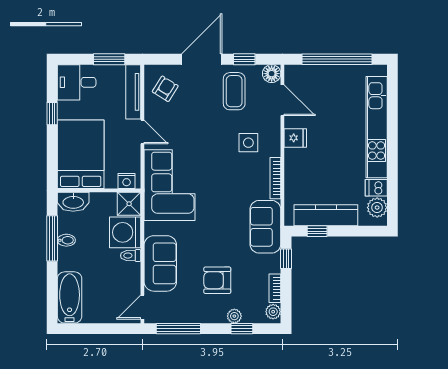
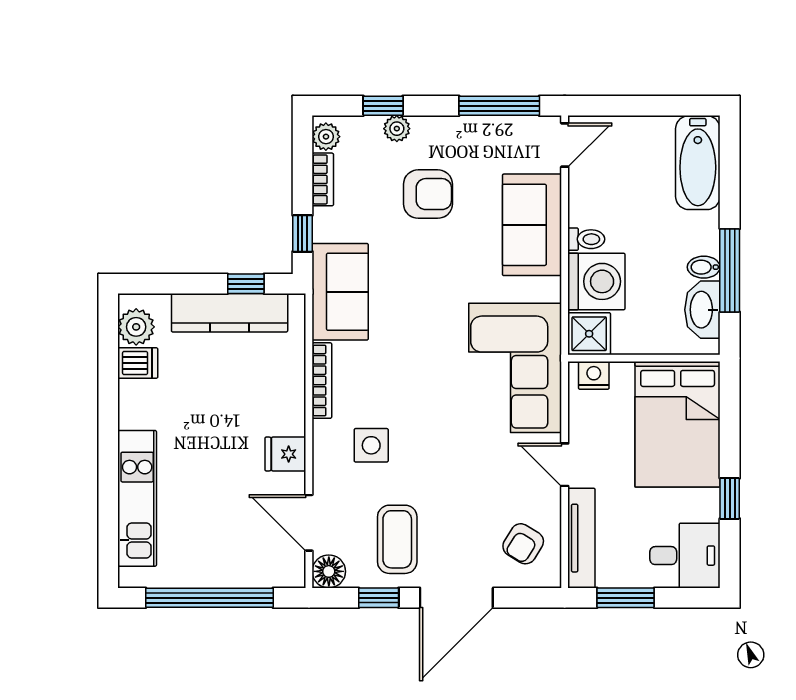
kitchen unit: (377, 127) -> (137, 498), width x0.73
washbasin: (73, 202) -> (702, 310), moved, turned -90

